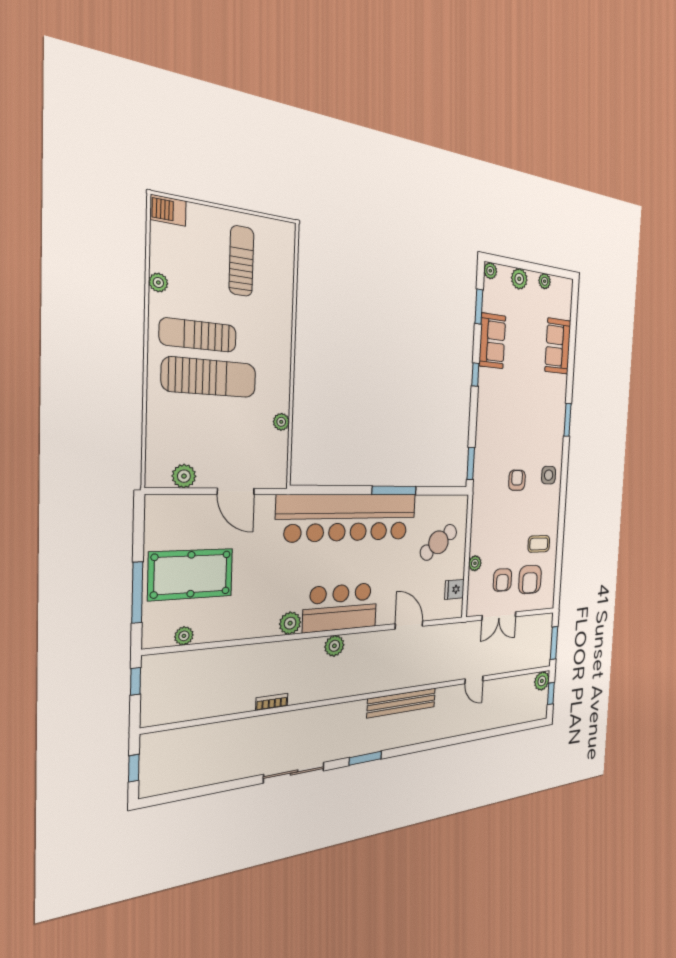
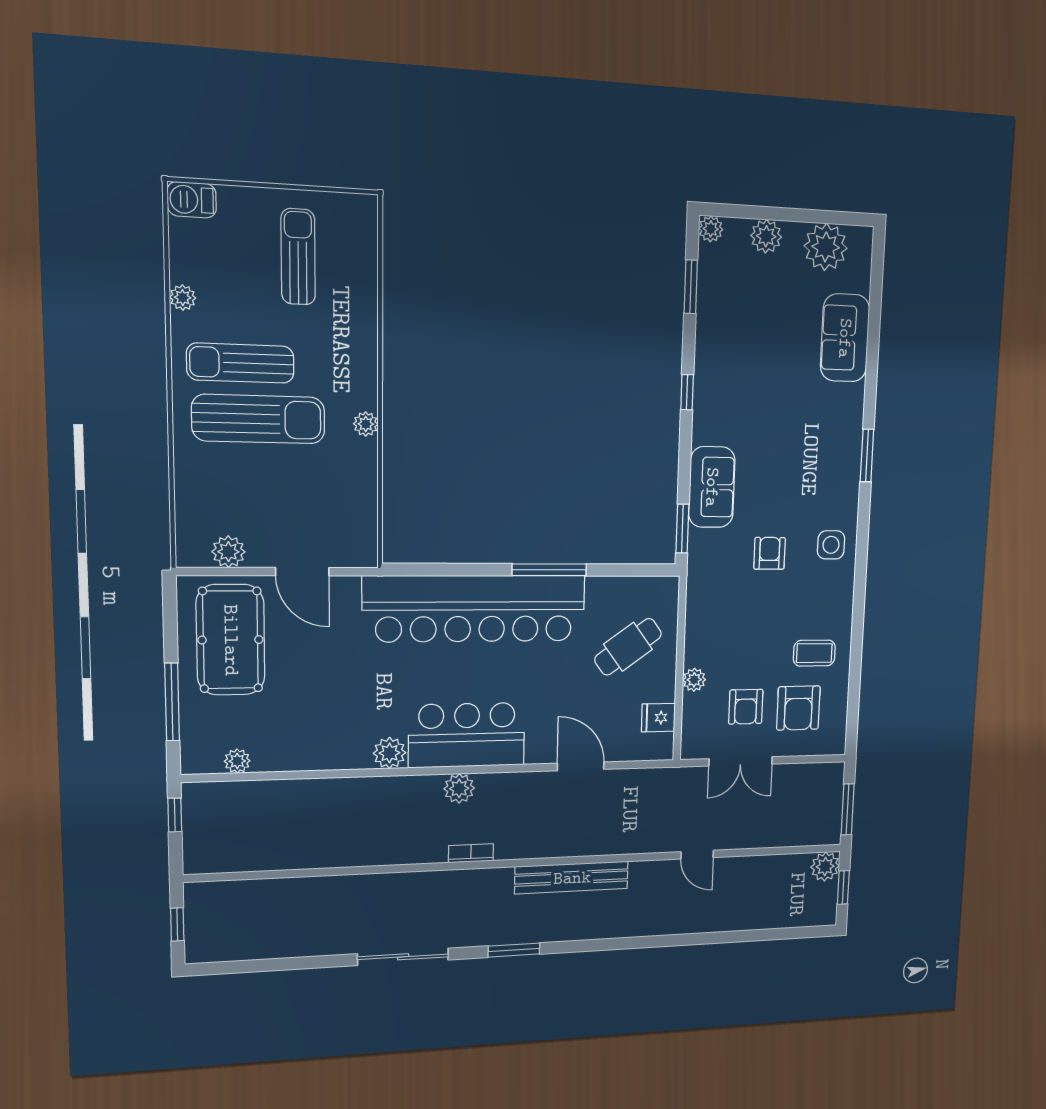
plant: (545, 281) -> (826, 247), width x1.88, depth x1.88
sofa: (492, 341) -> (712, 487), moved
plant: (281, 422) -> (366, 424), moved
pool table: (191, 574) -> (231, 640), moved, turned 90
bookcase: (272, 702) -> (471, 853), moved

